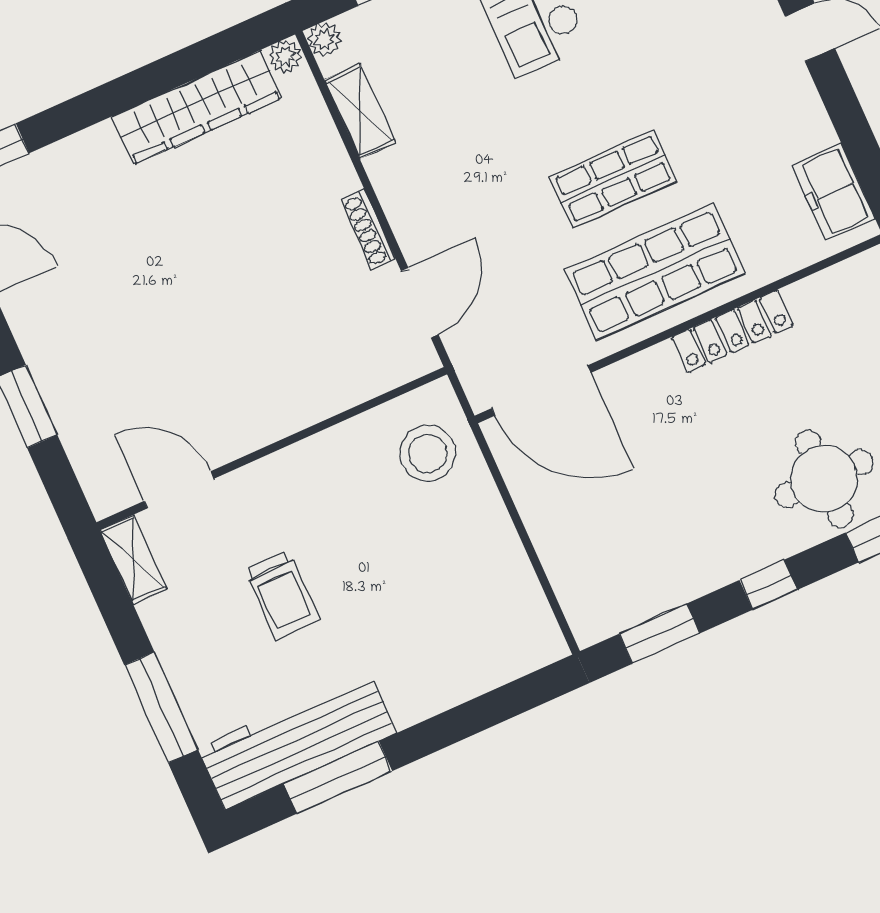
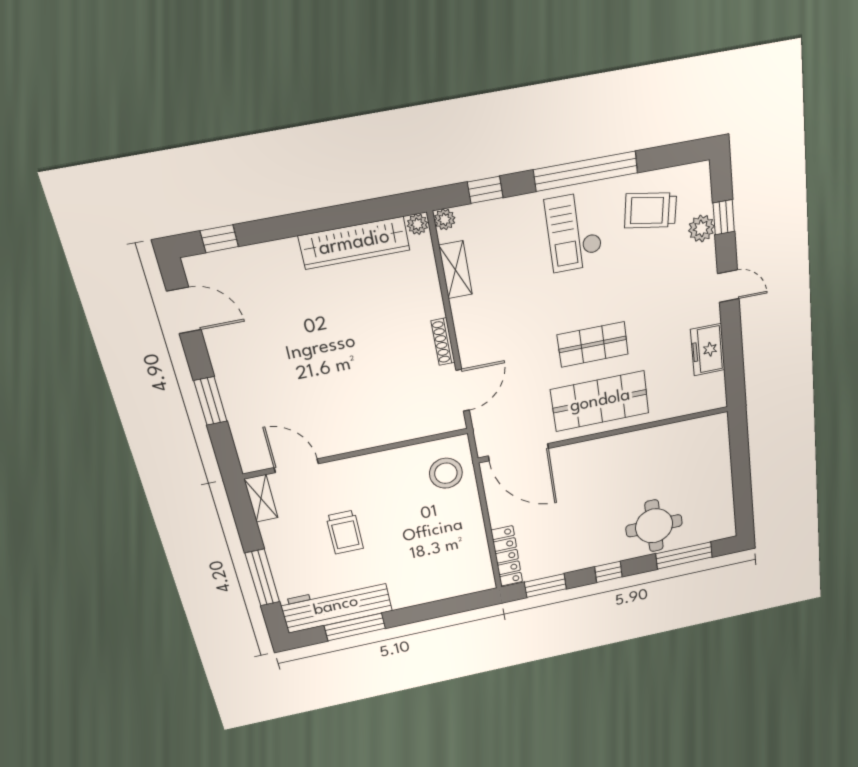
freezer: (833, 192) -> (708, 350), moved
locker: (732, 331) -> (507, 556), moved, turned -90

